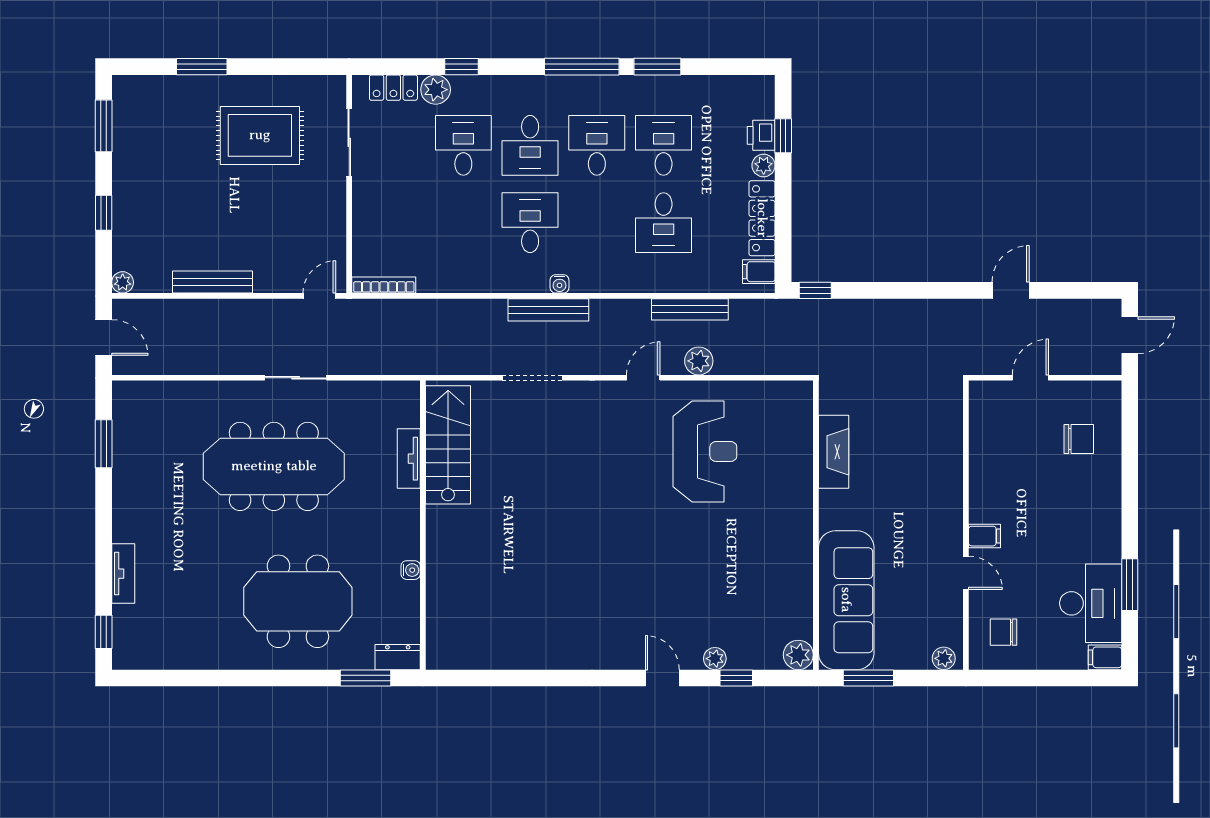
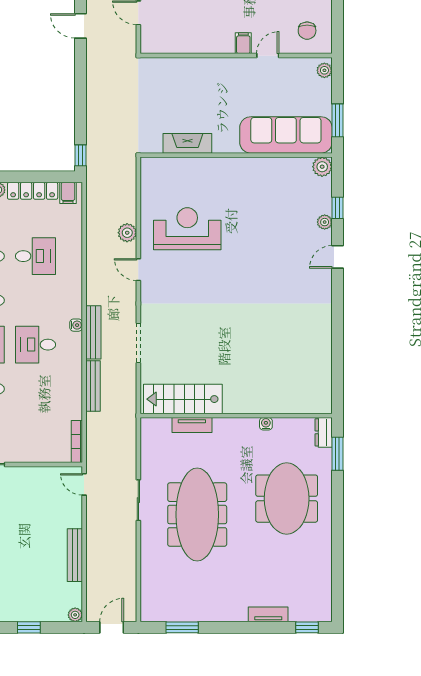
bench: (690, 309) -> (93, 386), moved

